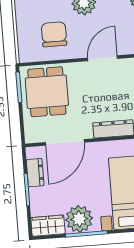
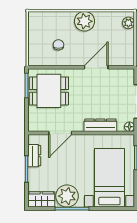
chair: (54, 34) -> (58, 45), width x0.54, depth x0.54
dining table: (47, 92) -> (49, 91), turned 90
door: (65, 142) -> (60, 133), width x0.73

